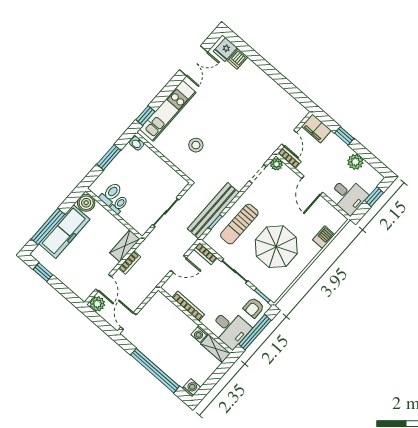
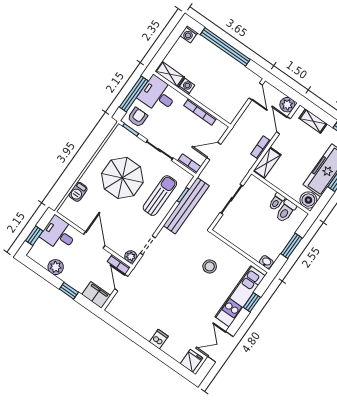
dishwasher: (238, 59) -> (159, 339), moved
window: (145, 116) -> (252, 302), moved
shelving: (72, 284) -> (313, 121), added

